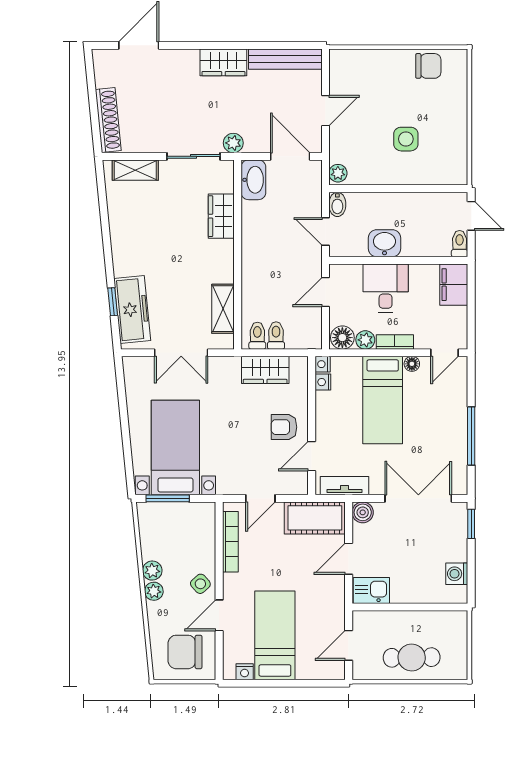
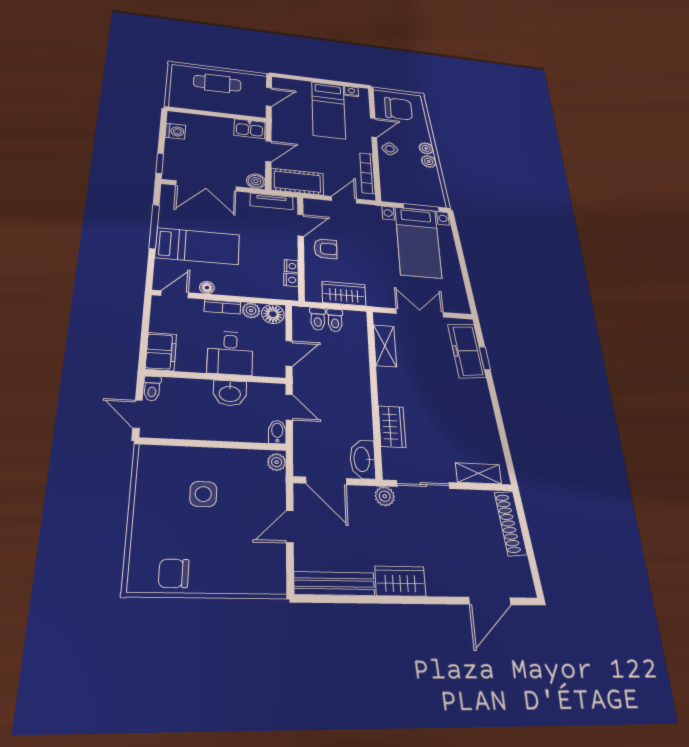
toilet: (257, 336) -> (318, 319), moved
nightstand: (323, 364) -> (291, 266), moved
bed: (383, 400) -> (198, 246), moved, turned 90

